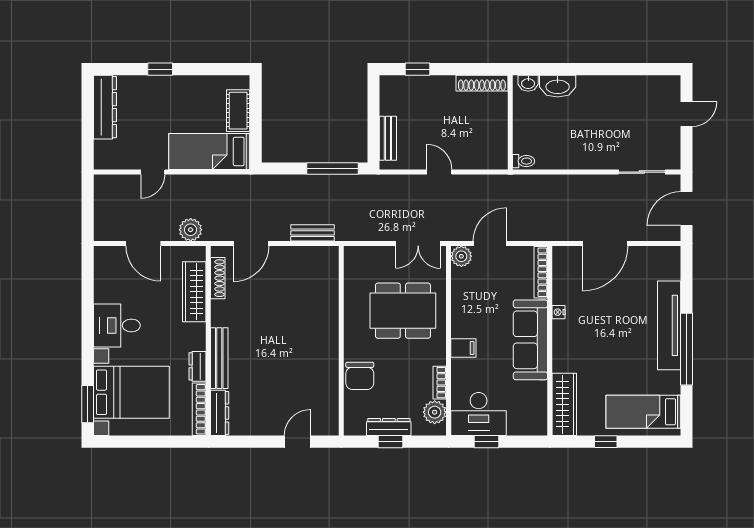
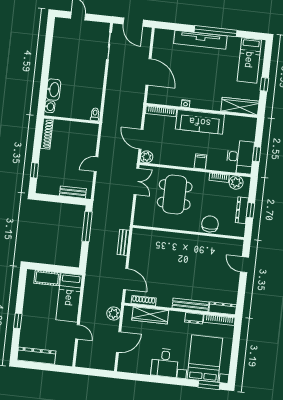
chair: (360, 376) -> (210, 224), turned -90

